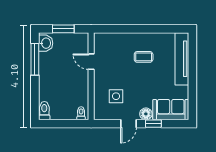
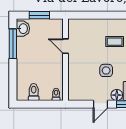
side table: (116, 96) -> (106, 70), moved
toilet: (44, 111) -> (34, 92), moved

